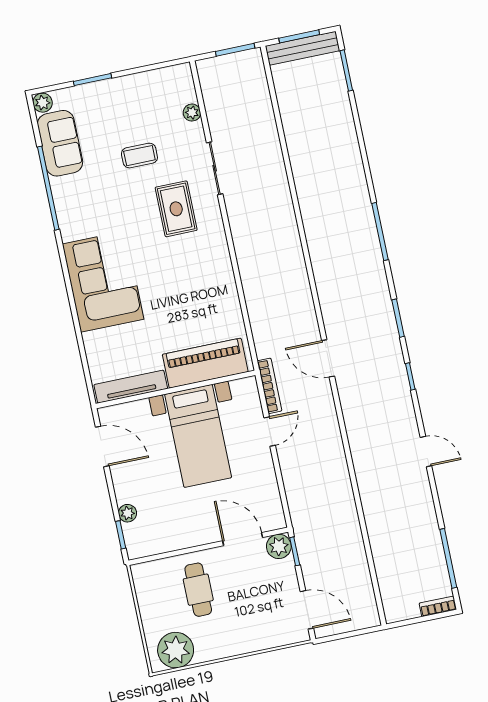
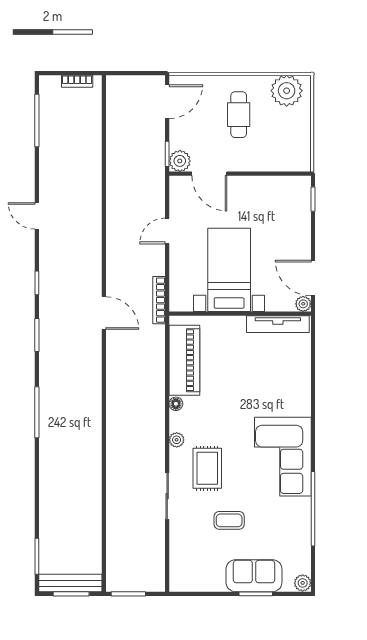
plant: (192, 113) -> (177, 440), moved
sofa: (60, 143) -> (254, 576), moved, turned 90
floor lamp: (226, 274) -> (176, 404), added
corner sofa: (103, 282) -> (283, 457), moved
piano: (205, 363) -> (184, 360), moved, turned -90
door: (270, 432) -> (167, 231), moved
plant: (128, 513) -> (303, 304), moved
cafe table: (198, 590) -> (239, 115), moved
bookcase: (438, 606) -> (77, 81), moved
door: (307, 610) -> (167, 102), swing flipped

